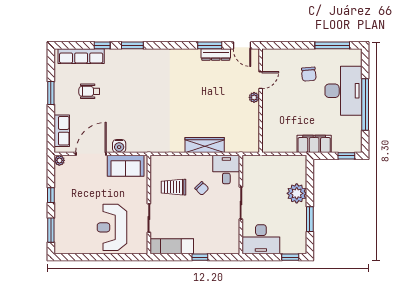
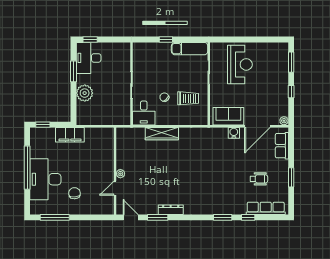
dresser: (216, 54) -> (171, 210), moved
desk: (261, 239) -> (89, 58), moved, turned -90

